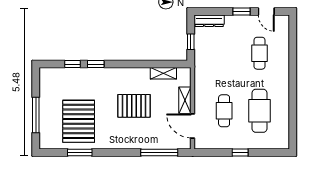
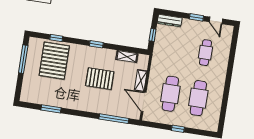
window: (96, 64) -> (96, 44), moved
cafe table: (224, 111) -> (170, 94), width x1.37, depth x1.35
window: (36, 115) -> (23, 59), moved
pallet: (79, 121) -> (54, 61), moved

